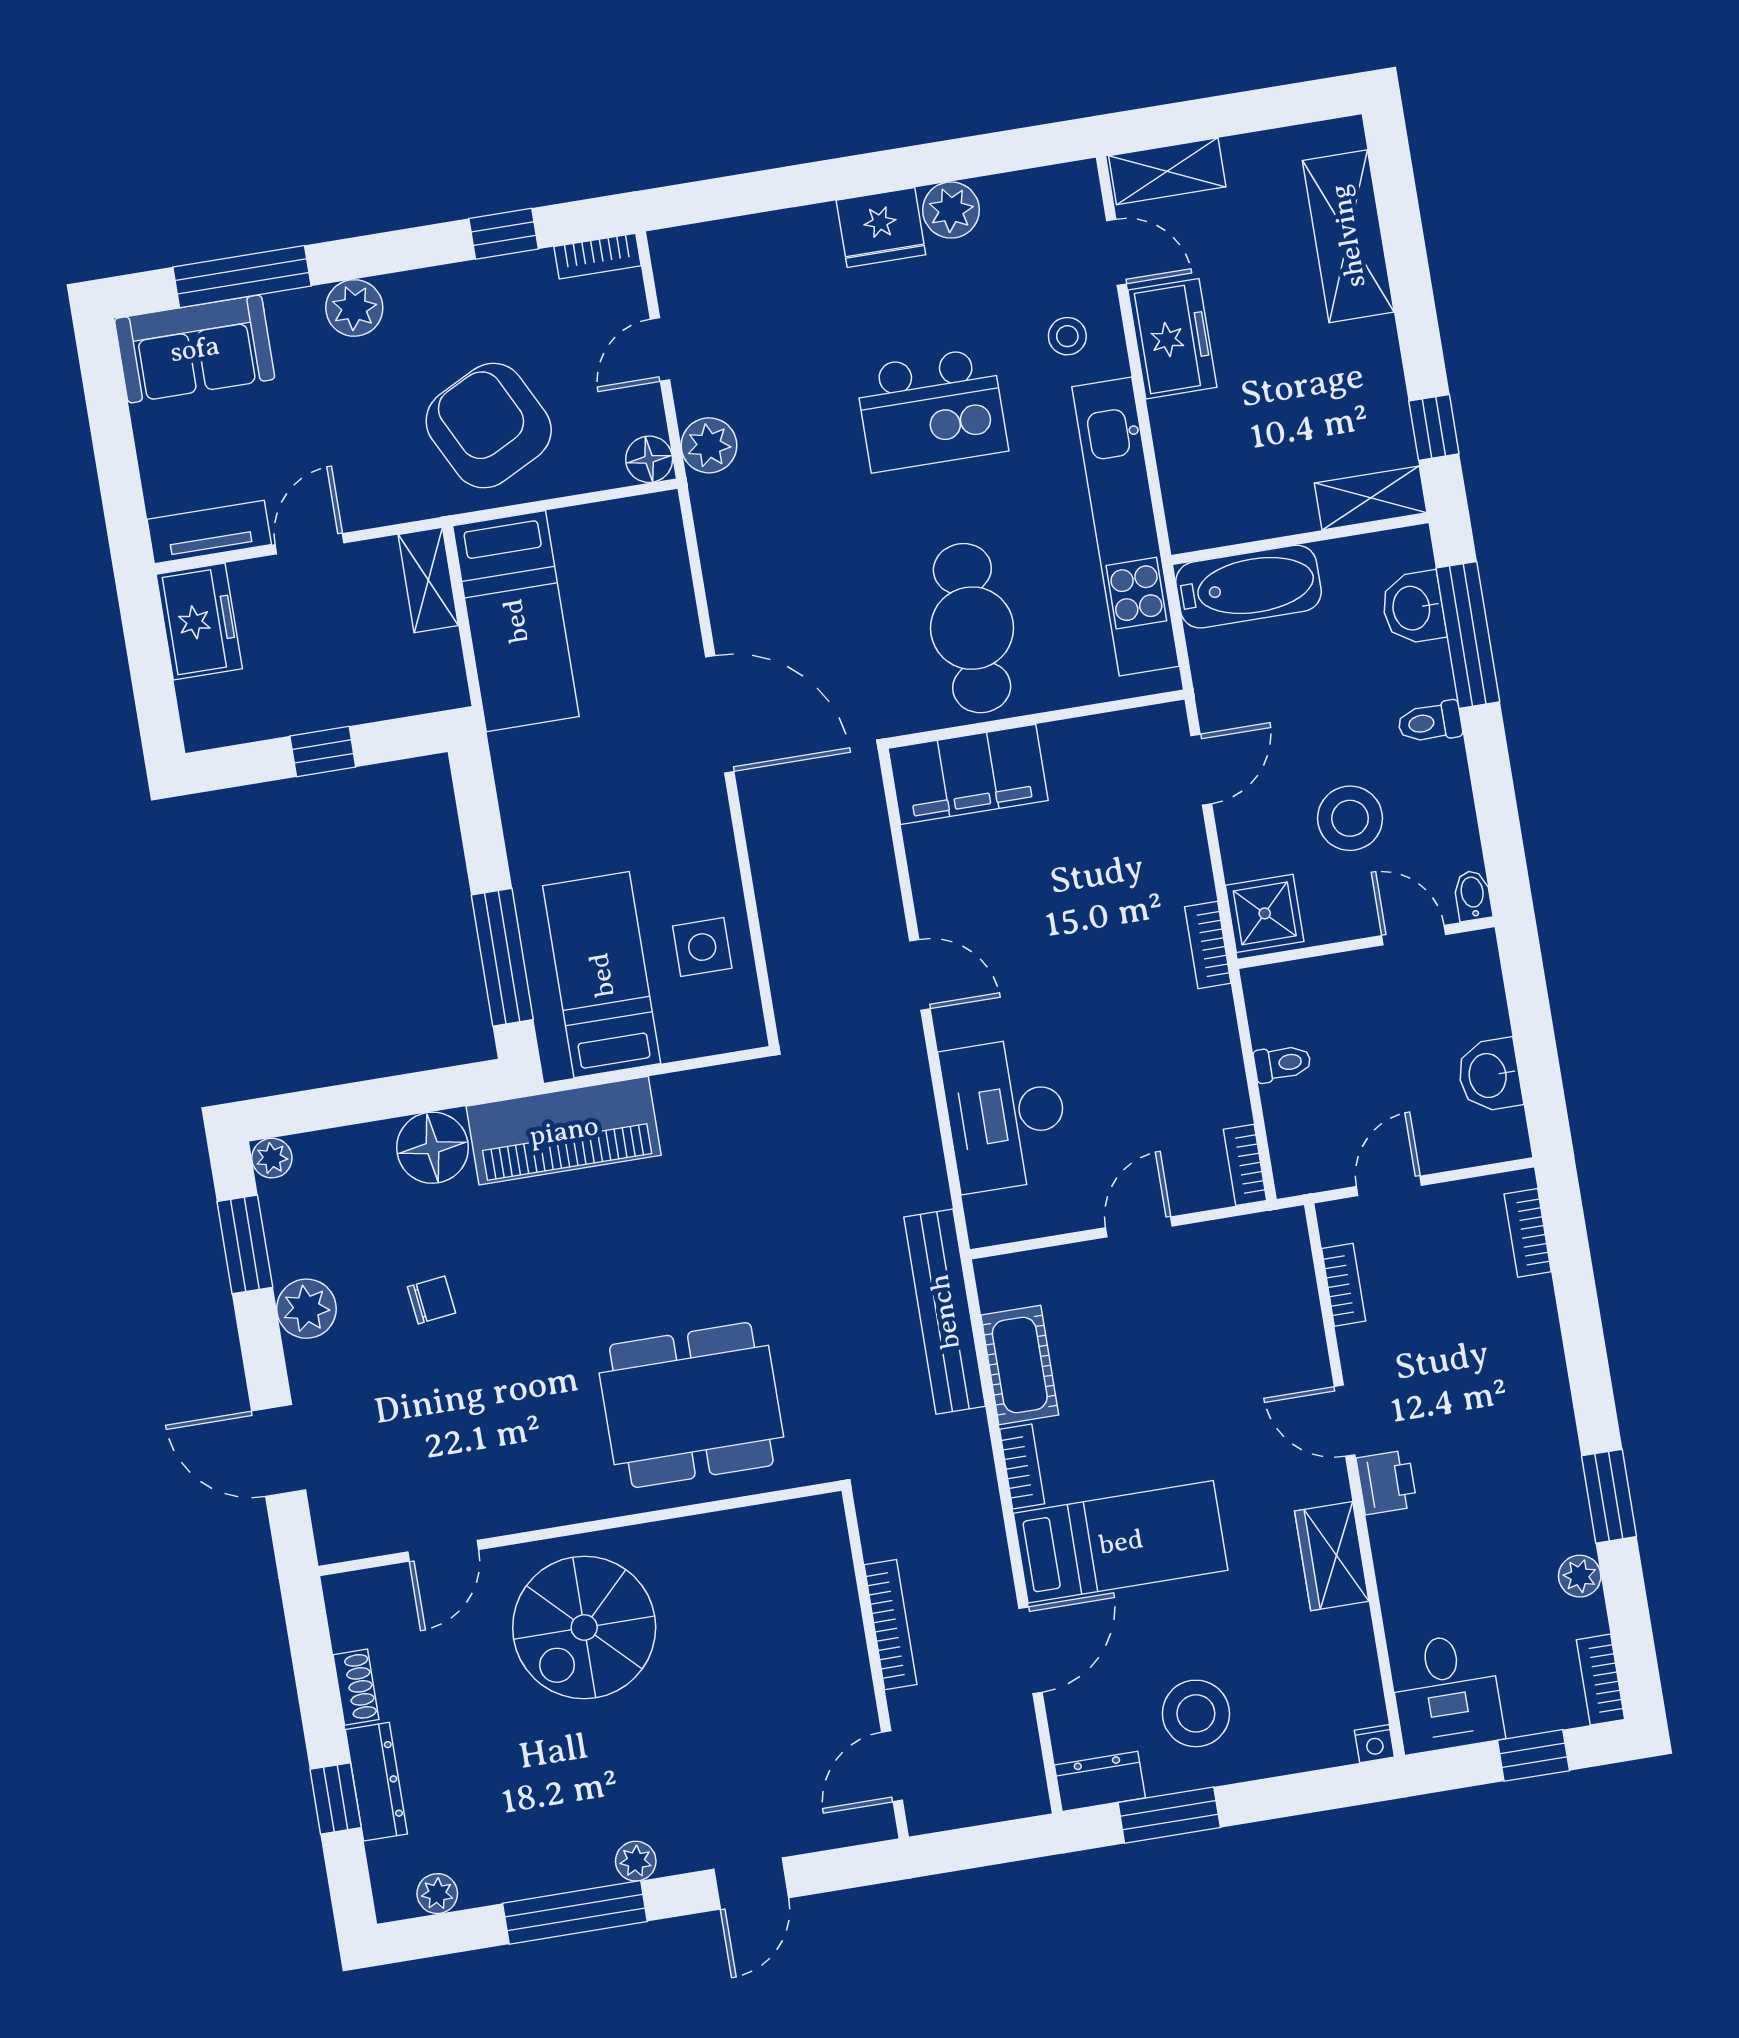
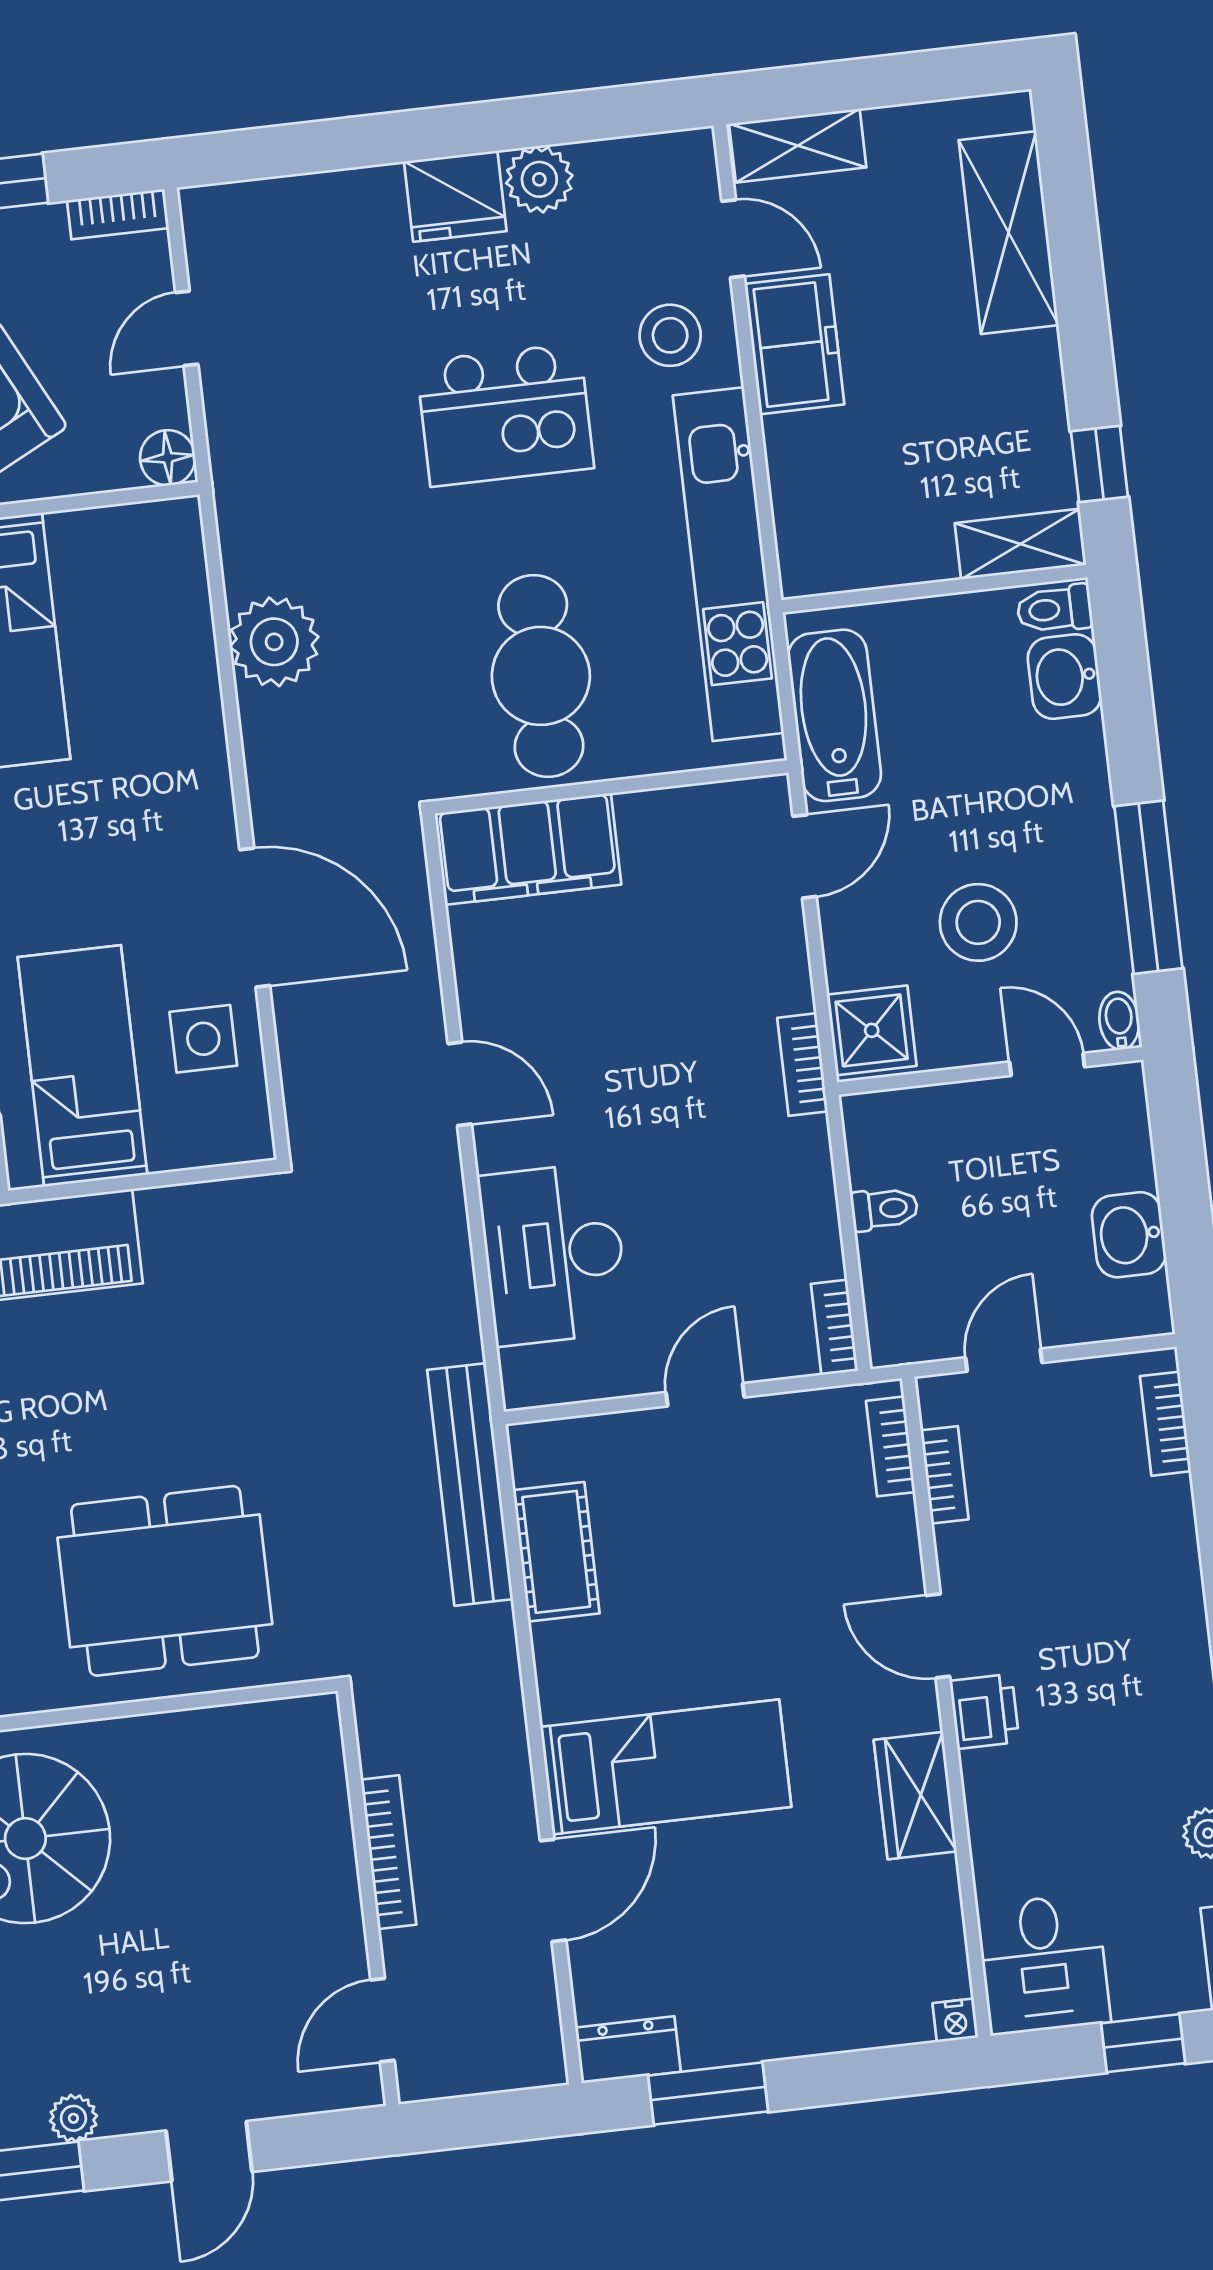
stool: (1067, 336) -> (670, 335), width x1.37, depth x1.37
plant: (709, 445) -> (274, 642), moved, width x1.36, depth x1.36
bathtub: (1249, 587) -> (834, 715), moved, turned -90
window: (1468, 635) -> (1148, 887), moved
door: (720, 714) -> (255, 918), moved
toilet: (1430, 722) -> (1055, 609), moved
bookcase: (1022, 1466) -> (891, 1446), moved, turned 180
stool: (1196, 1713) -> (746, 1975), removed

